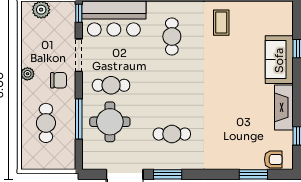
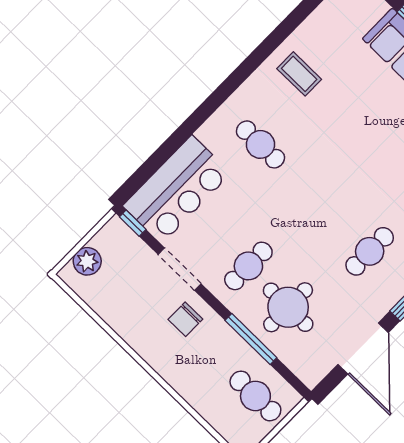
plant: (27, 74) -> (144, 347), removed
chair: (59, 80) -> (185, 319), turned 180
cafe table: (46, 123) -> (255, 396), moved

